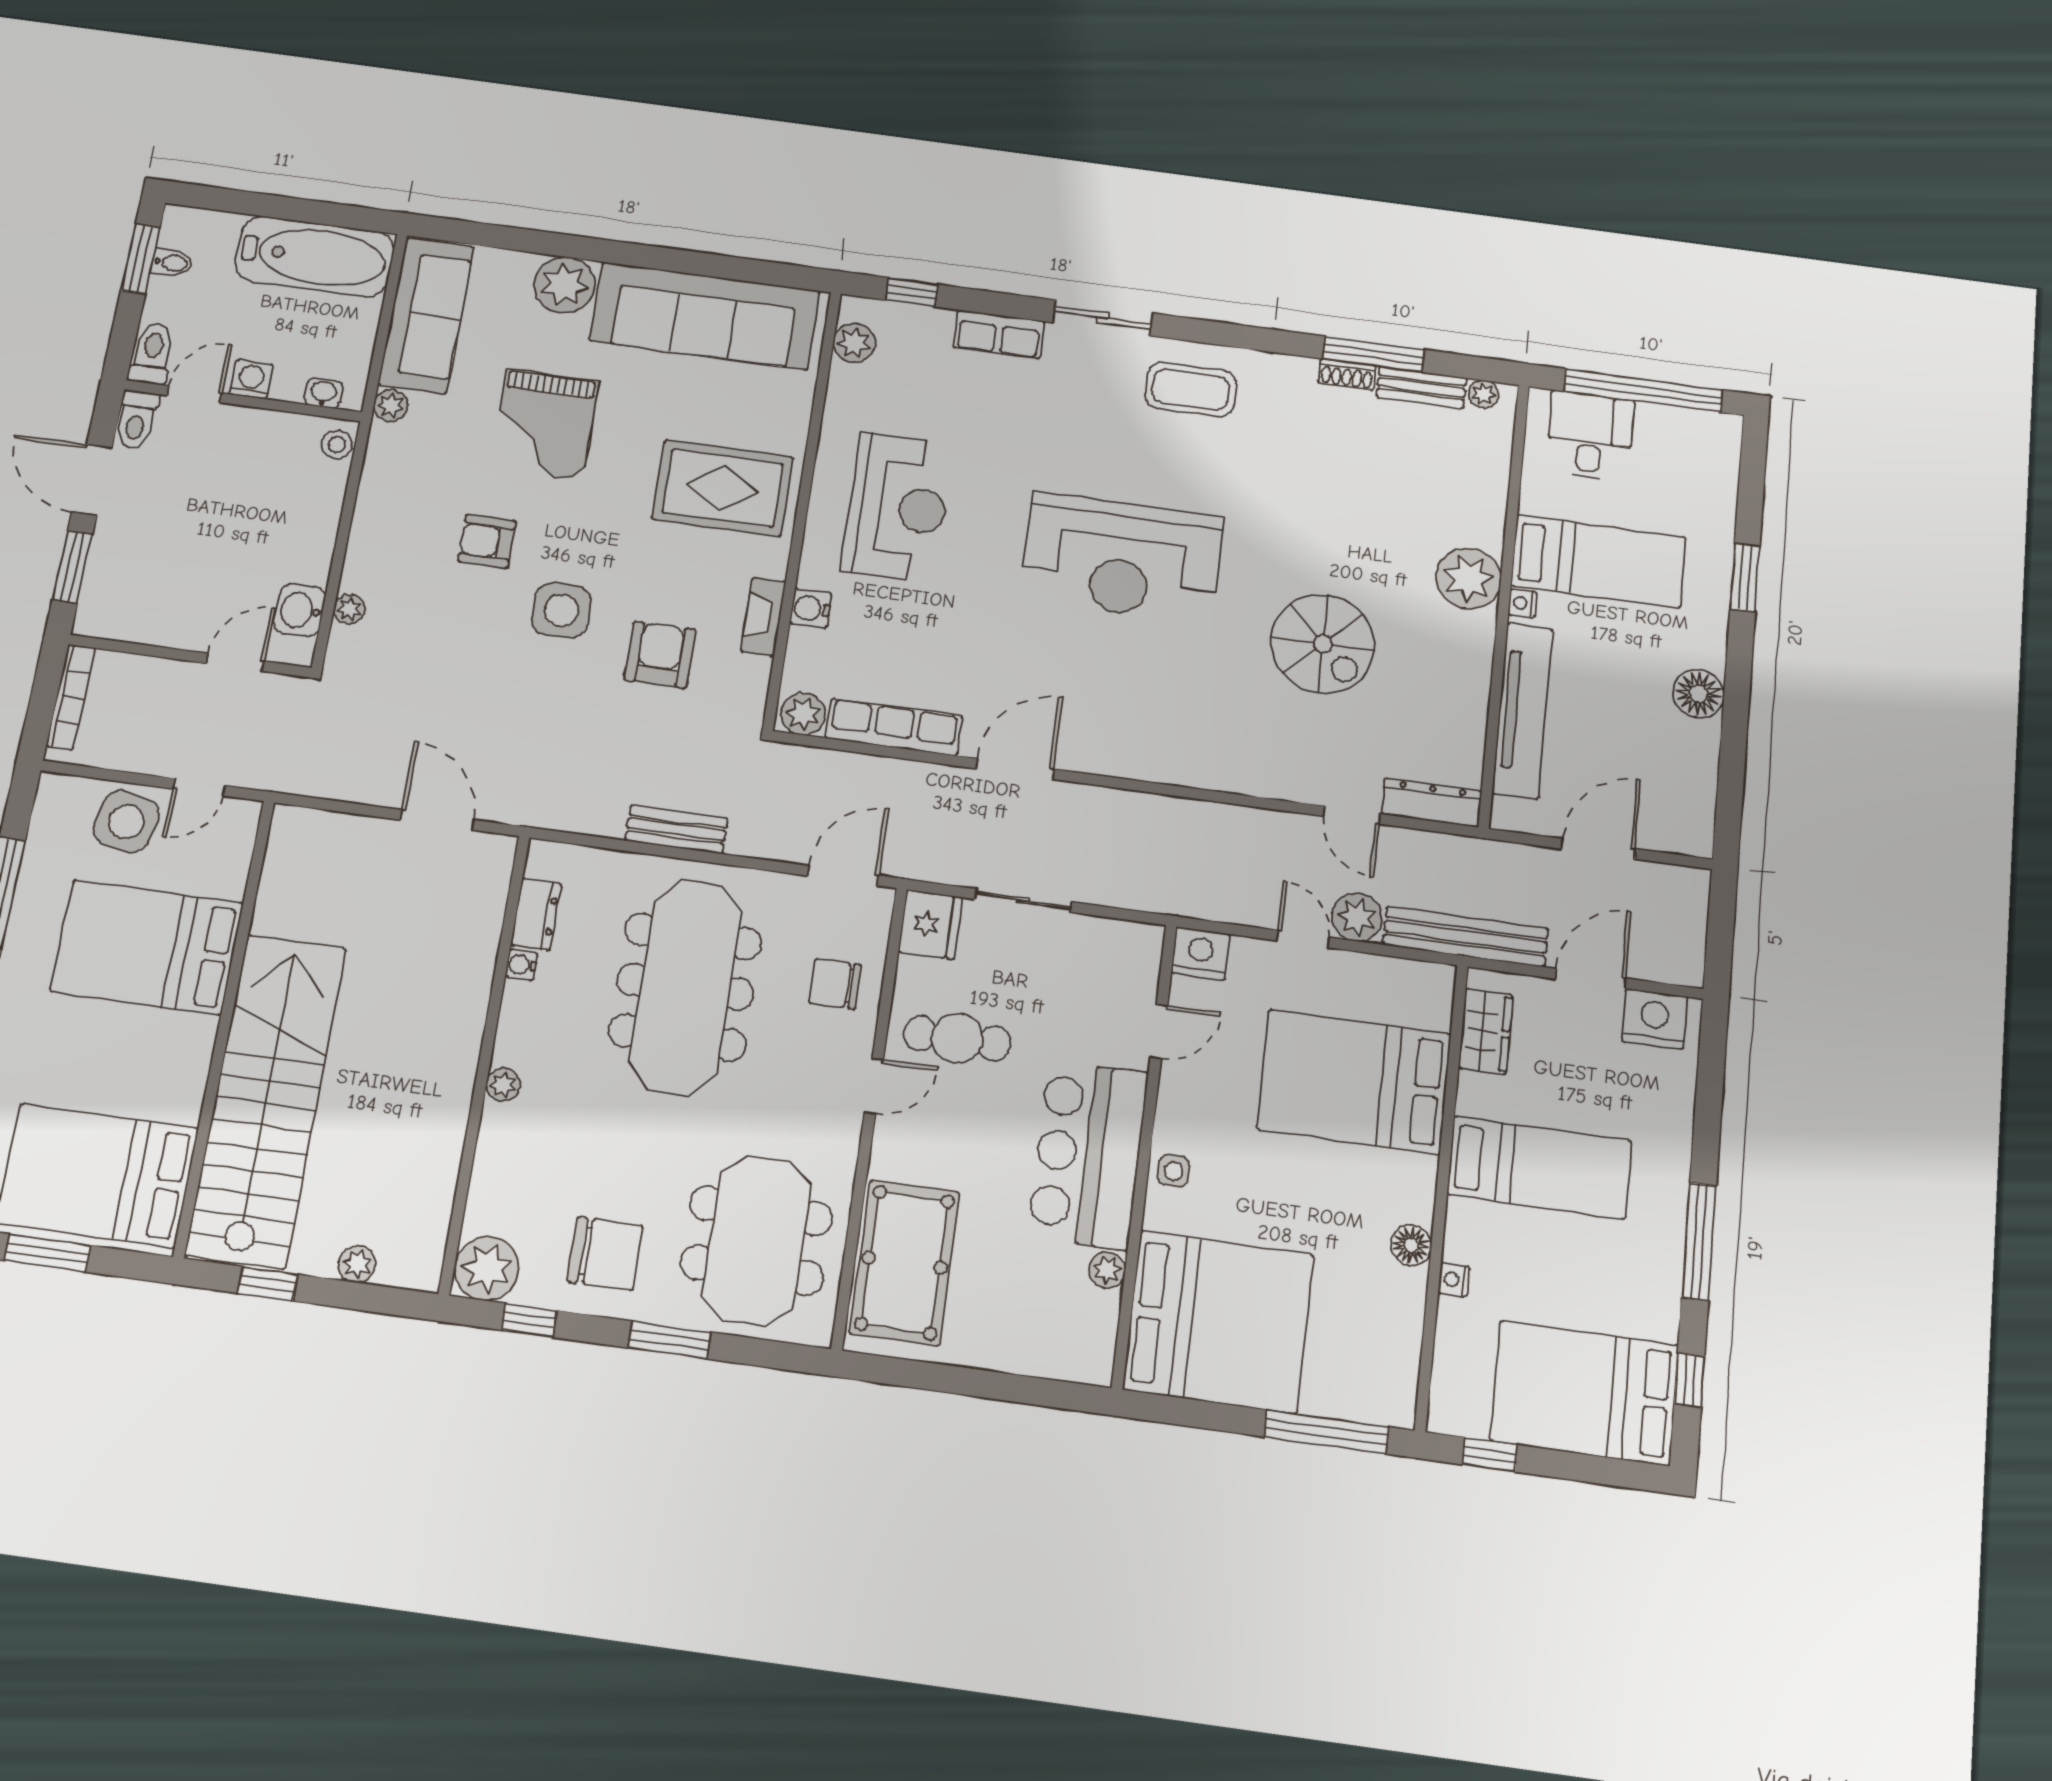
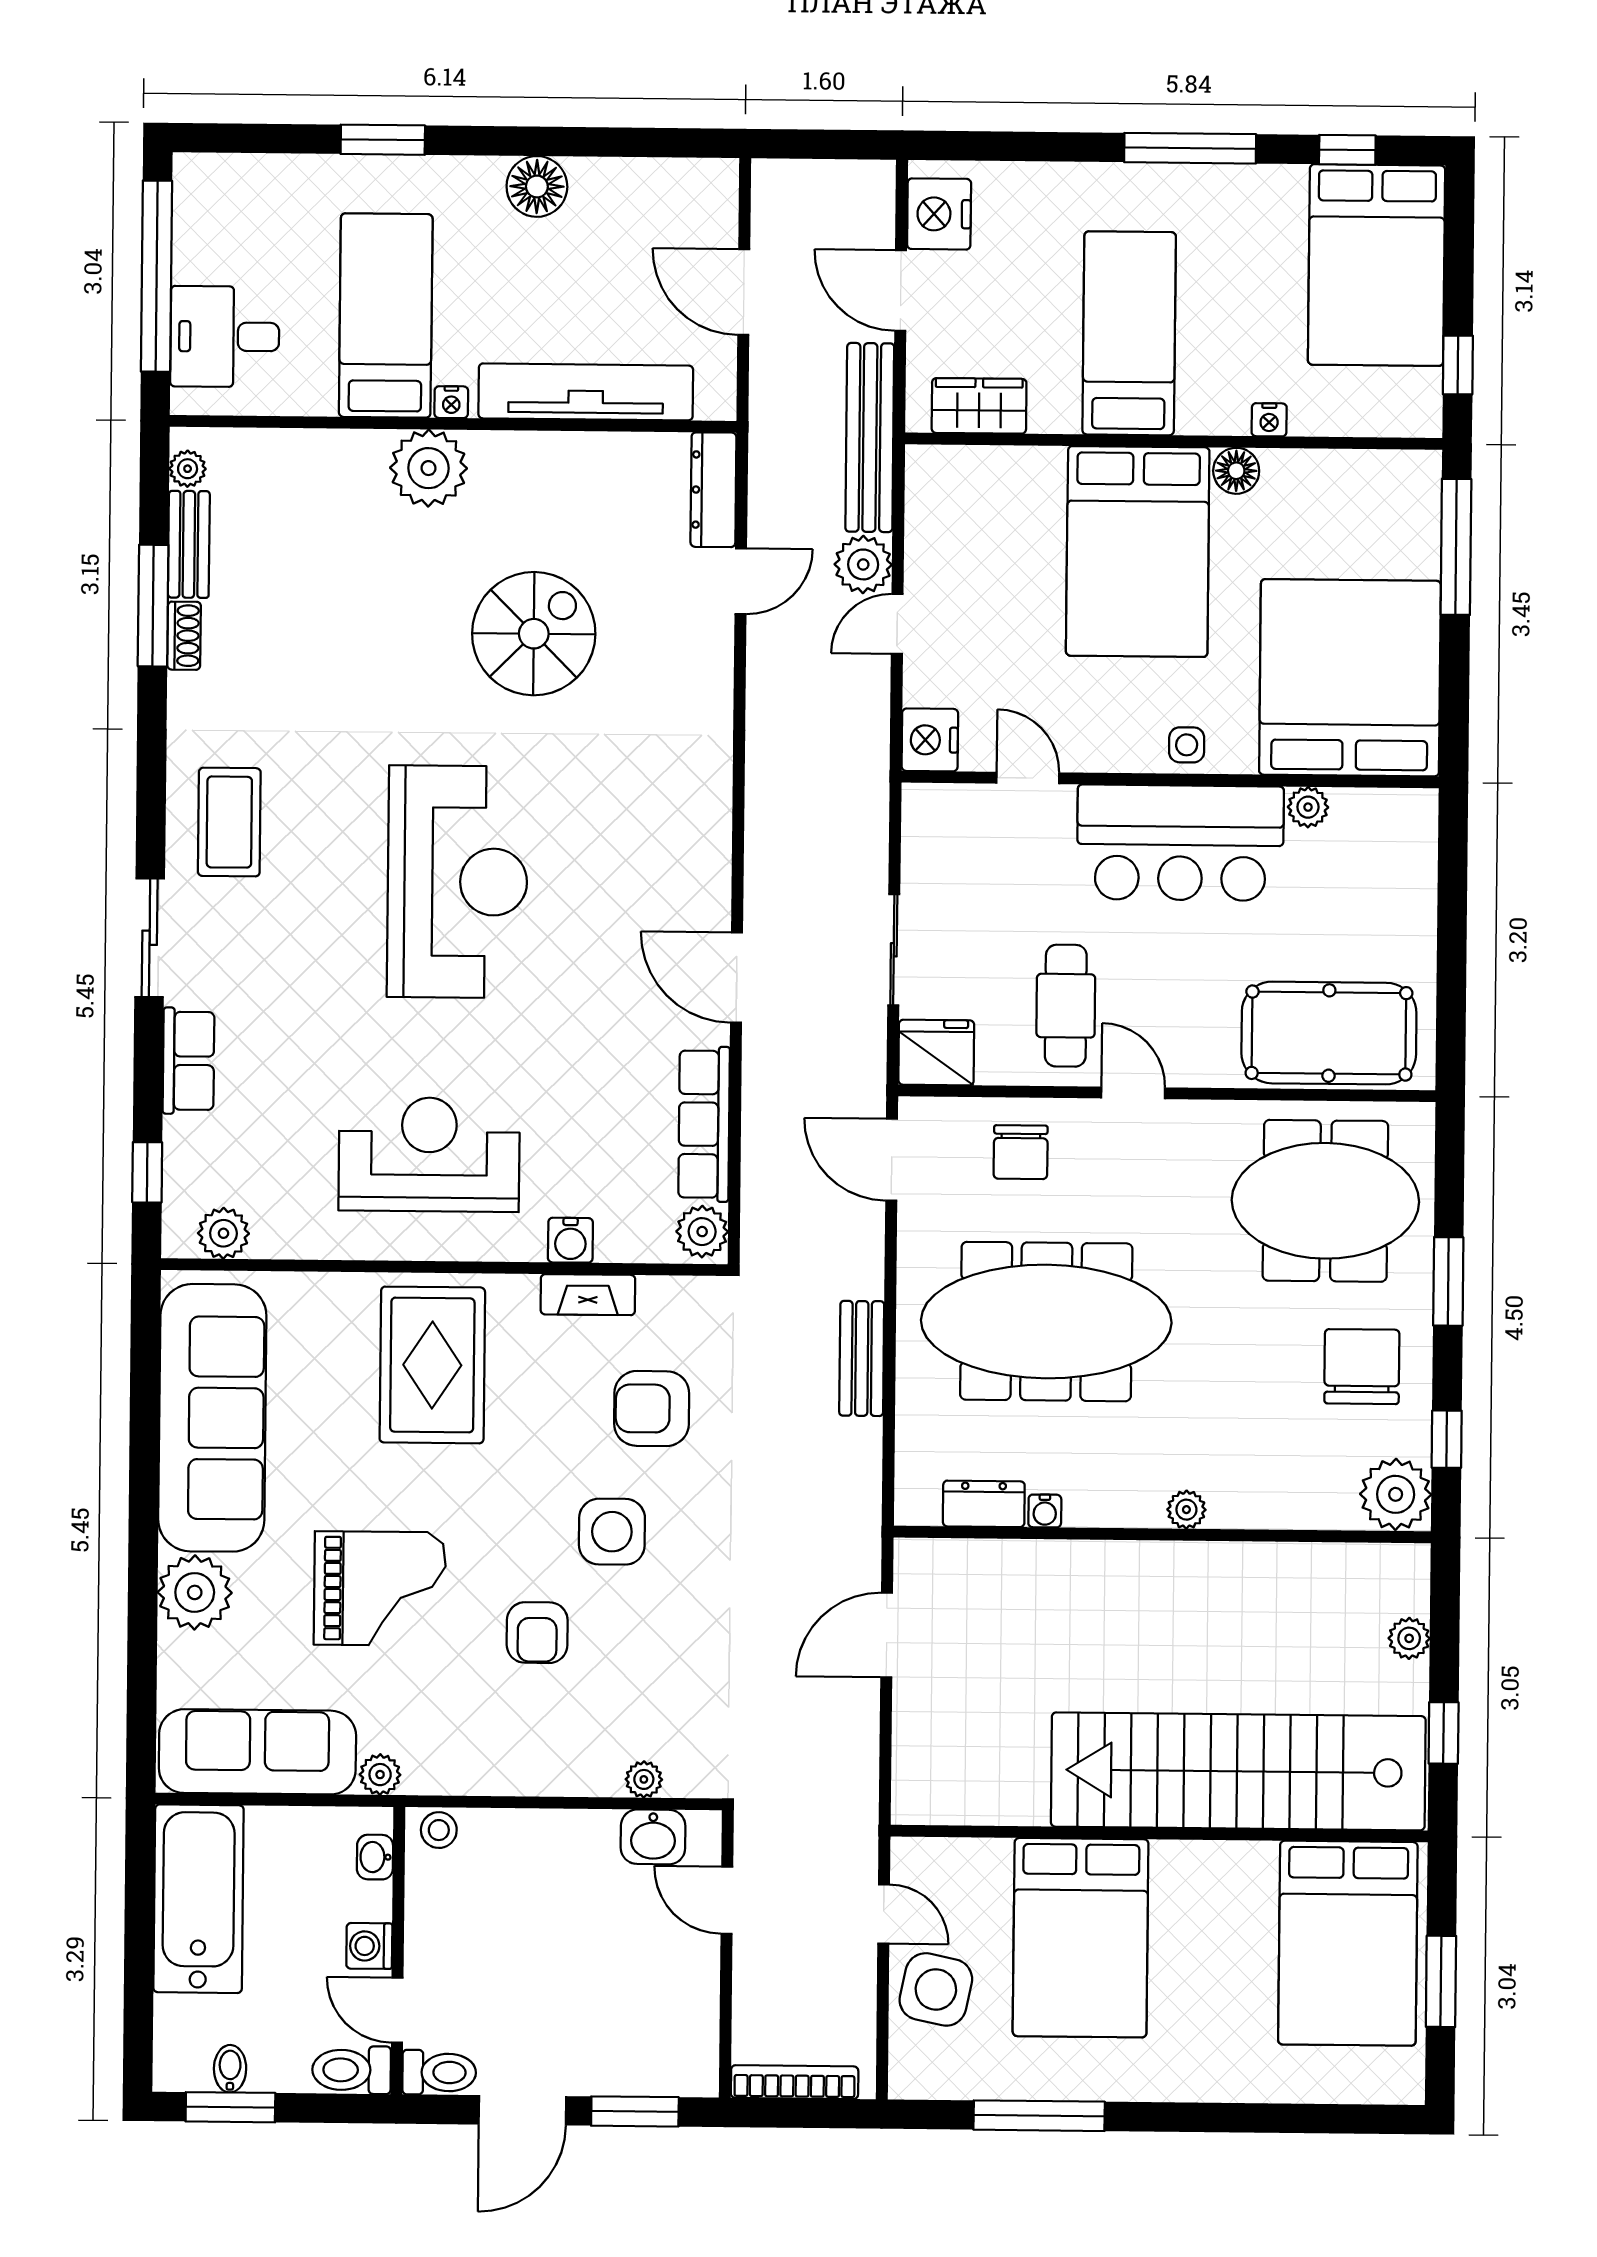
bed: (1354, 1082) -> (1138, 552), moved

